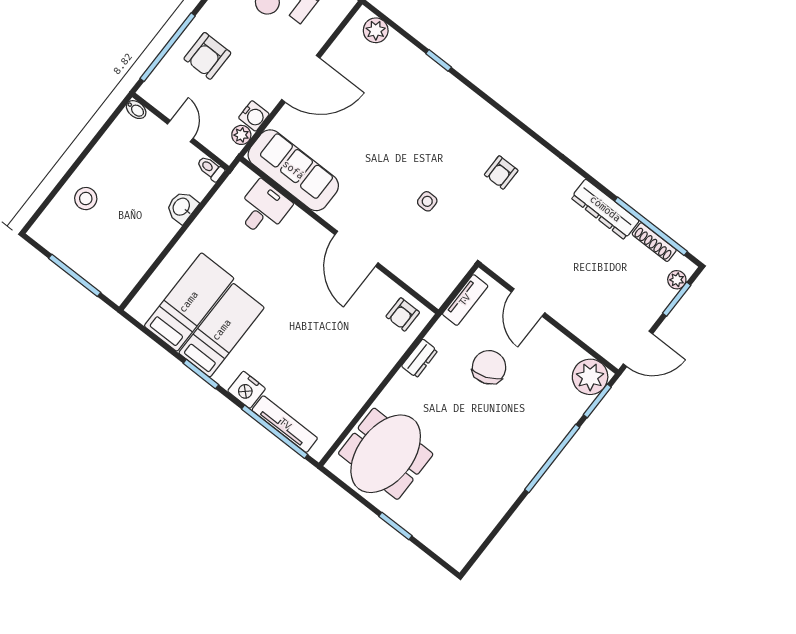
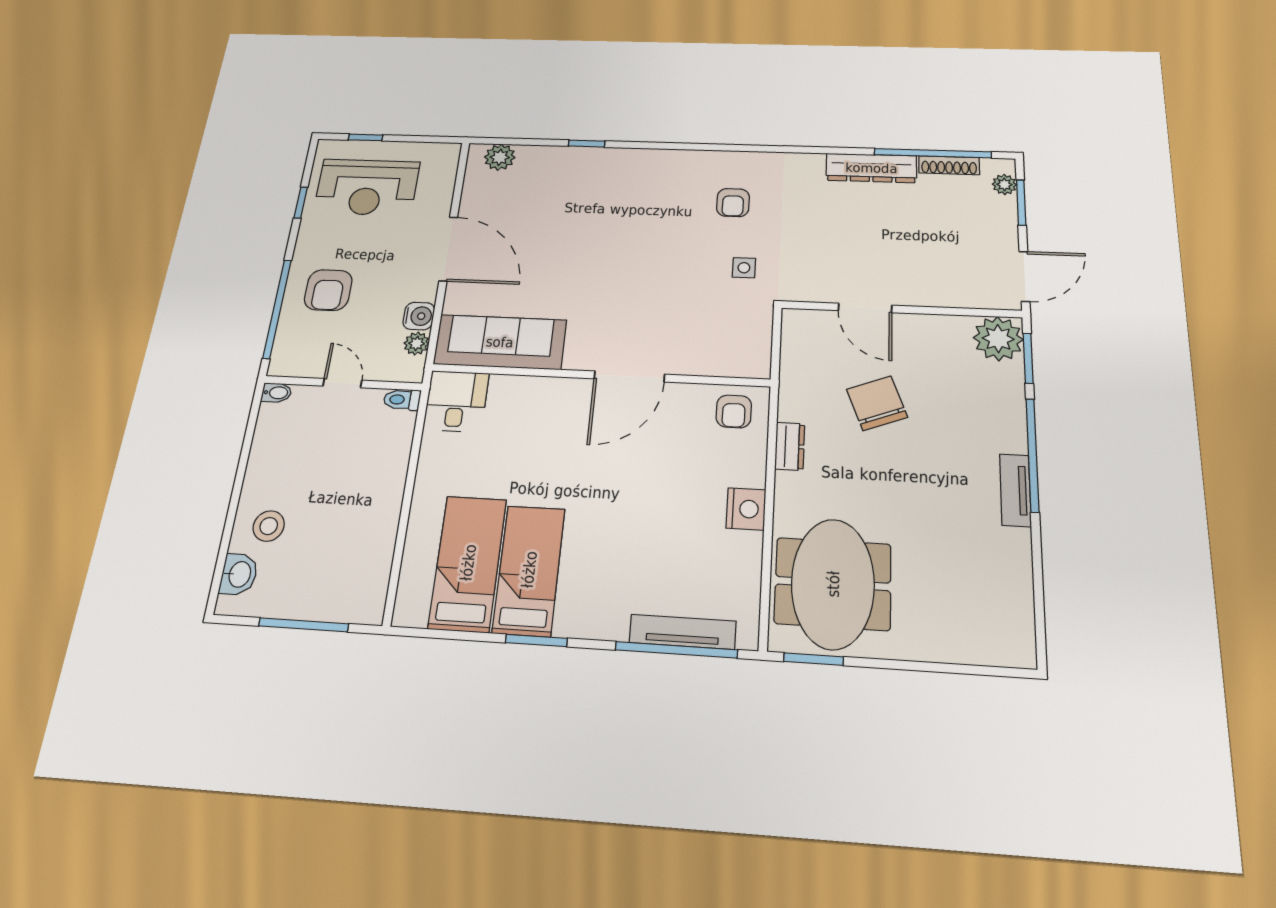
door: (301, 79) -> (448, 249), hinge flipped
side table: (427, 201) -> (744, 268), moved
washbasin: (182, 207) -> (239, 574), moved, turned 180
desk: (263, 209) -> (456, 401), moved
door: (356, 249) -> (629, 377), hinge flipped
tv unit: (465, 300) -> (1015, 490), moved, turned 180
nightstand: (247, 390) -> (746, 509), moved, turned -90
window: (395, 526) -> (813, 659), moved

